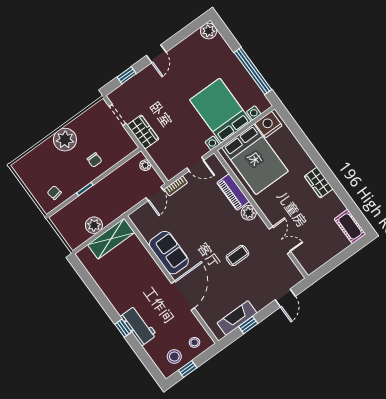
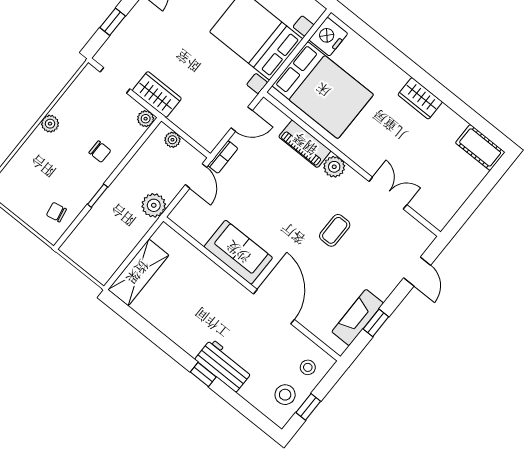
plant: (65, 140) -> (50, 124), width x0.53, depth x0.53
plant: (131, 146) -> (146, 119), added
plant: (94, 225) -> (154, 205), moved
shelving: (111, 239) -> (138, 272), moved

